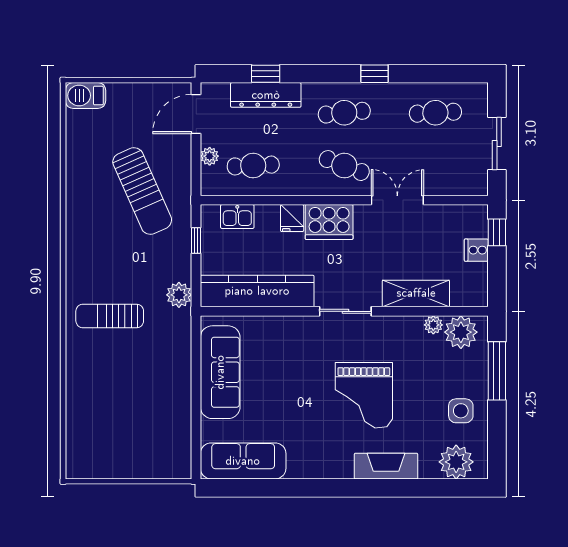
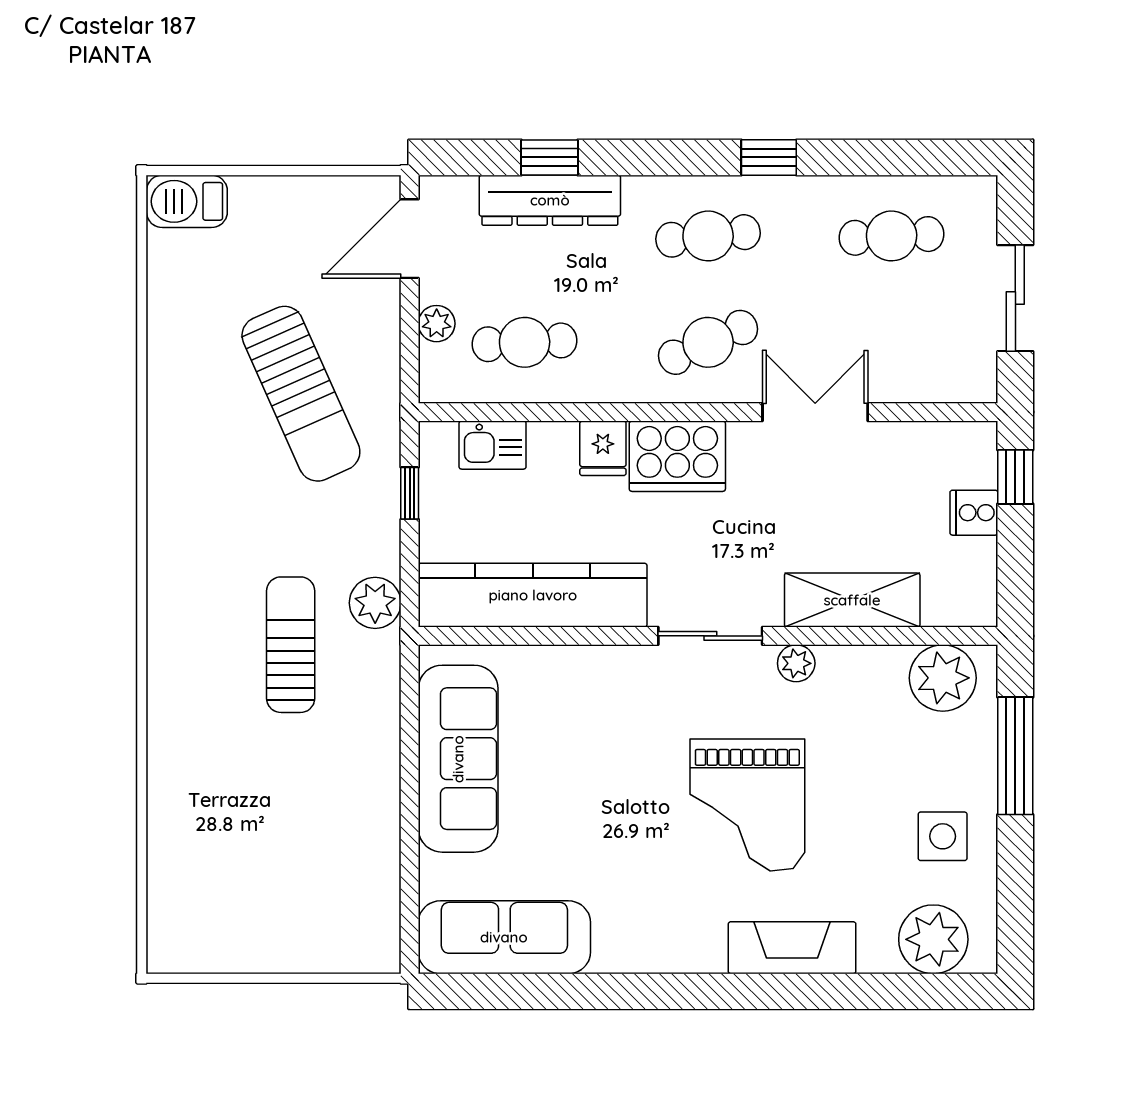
cafe table: (344, 166) -> (708, 342), turned -45
sun lounger: (110, 316) -> (291, 645), moved, turned 90
plant: (433, 325) -> (796, 663), moved

